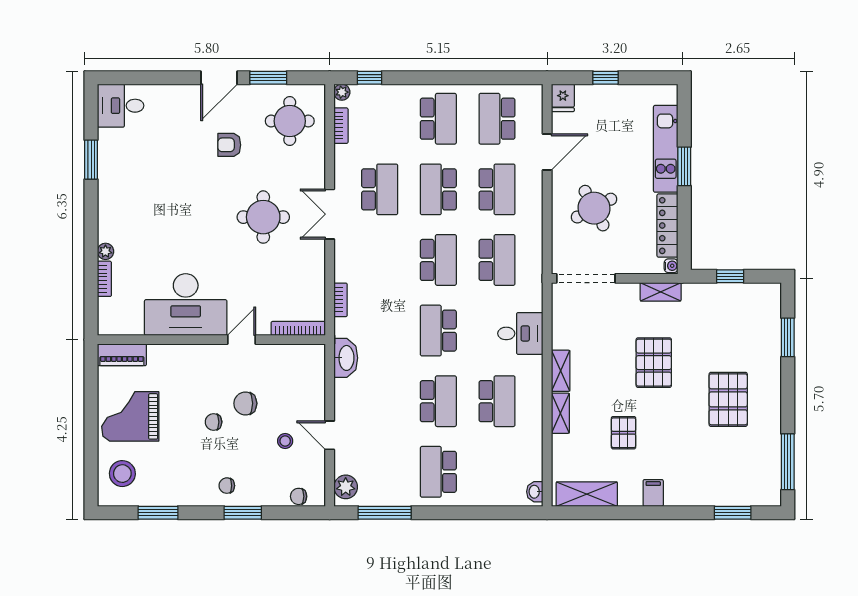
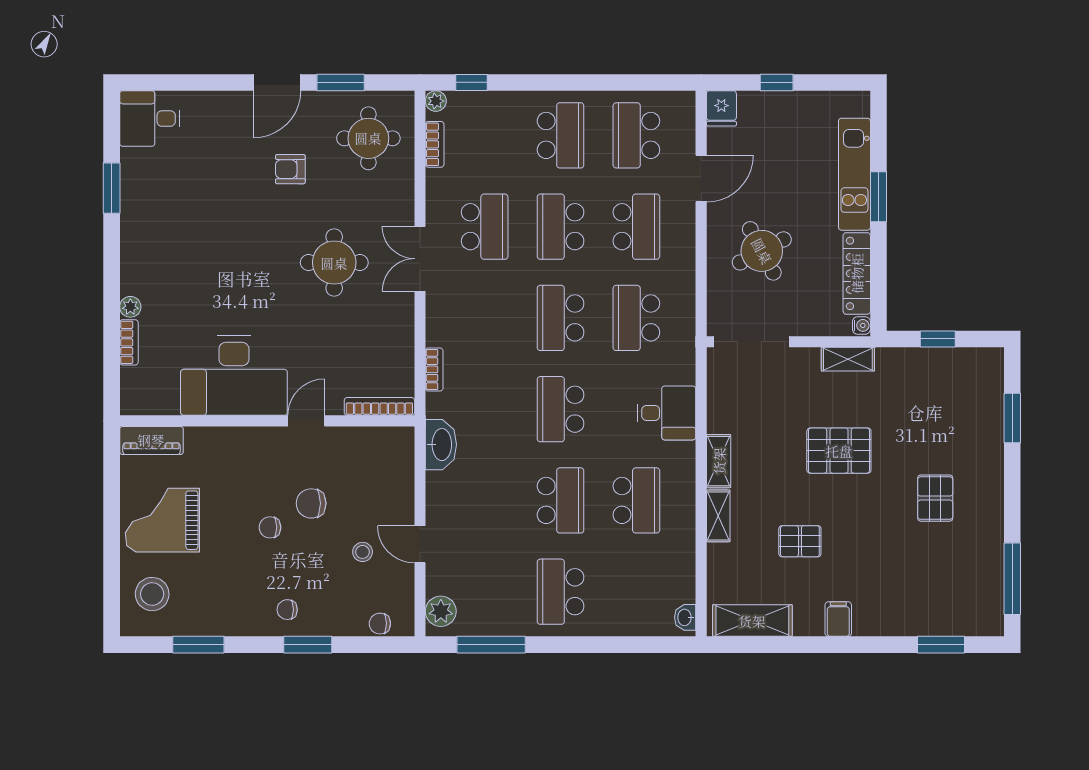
school desk: (438, 260) -> (561, 318), turned 180
school desk: (497, 260) -> (636, 318), turned 180
pallet: (654, 363) -> (839, 451), turned 90
pallet: (728, 399) -> (935, 498), width x0.67, depth x0.71
pallet: (624, 433) -> (800, 541), turned 90

